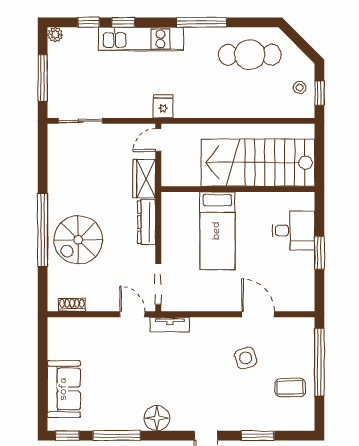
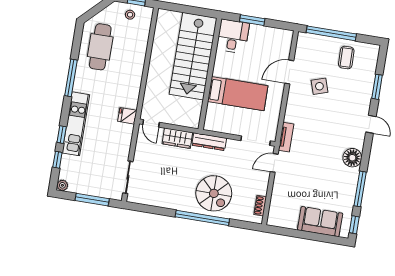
stairs: (258, 163) -> (193, 56), moved
wall: (238, 189) -> (210, 74), moved
bed: (217, 231) -> (238, 94), moved

